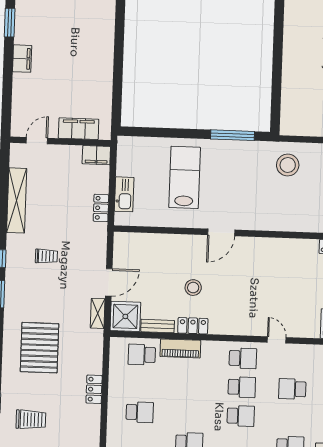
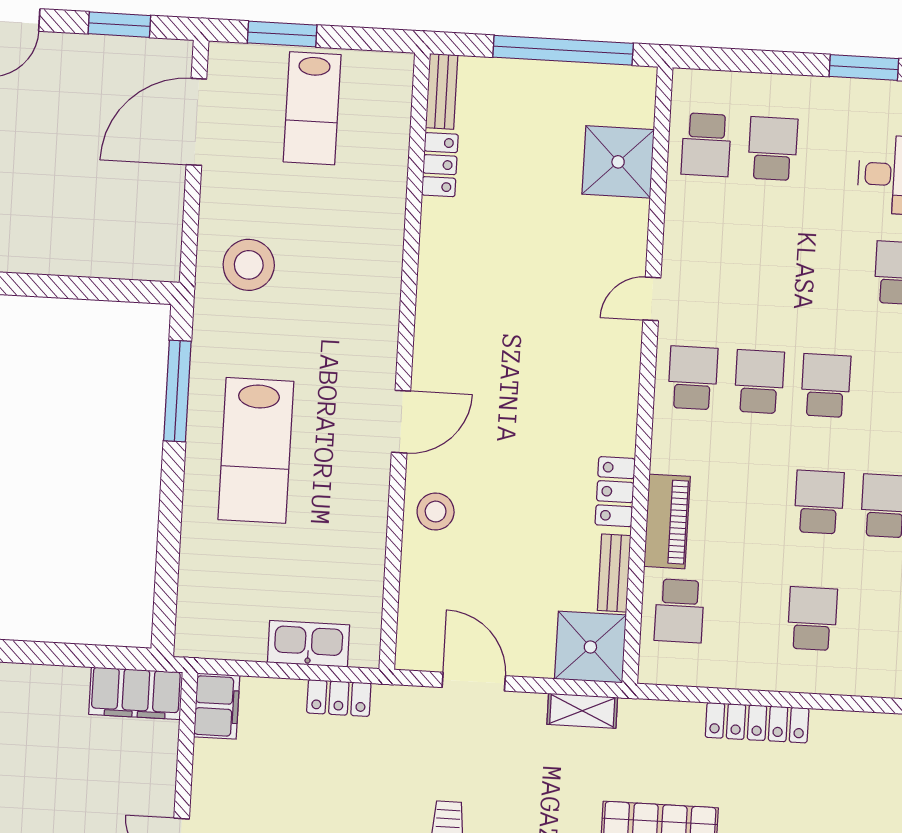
filing cabinet: (79, 129) -> (136, 693), moved, turned -90
lab bench: (185, 177) -> (256, 450), moved, turned -90
door: (221, 232) -> (401, 422), hinge flipped
door: (109, 282) -> (474, 682), moved
stool: (193, 288) -> (436, 512), moved
locker: (94, 389) -> (757, 723), width x1.53
school desk: (292, 389) -> (819, 502), moved, turned 180

